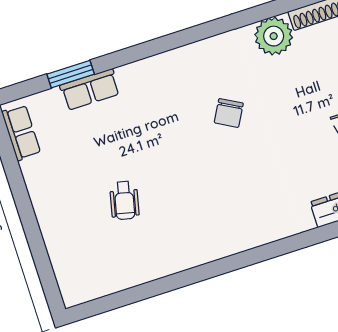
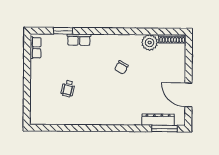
row of seats: (90, 89) -> (79, 40), moved

